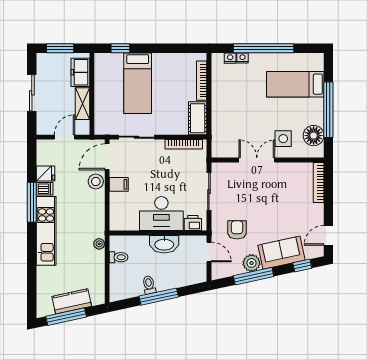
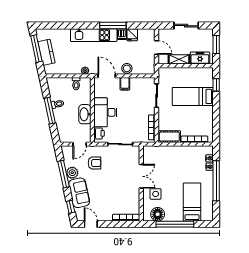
door: (107, 157) -> (107, 76), moved

